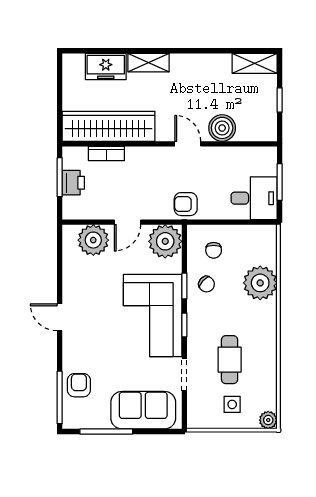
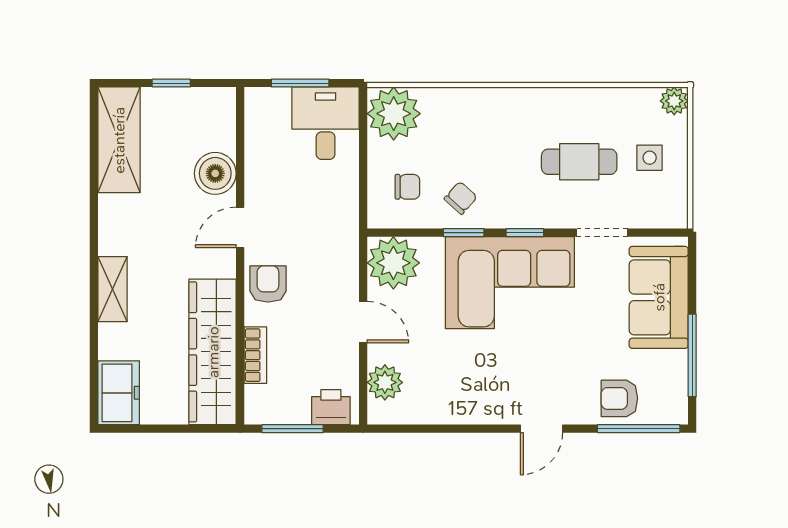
shelving: (255, 63) -> (119, 140), width x1.50, depth x1.33
freezer: (106, 67) -> (119, 393), moved
printer: (73, 183) -> (331, 407), moved
armchair: (186, 204) -> (268, 284), moved, turned 180
plant: (93, 240) -> (385, 382), width x0.73, depth x0.73
plant: (260, 283) -> (394, 114), moved
door: (60, 317) -> (542, 429), moved

